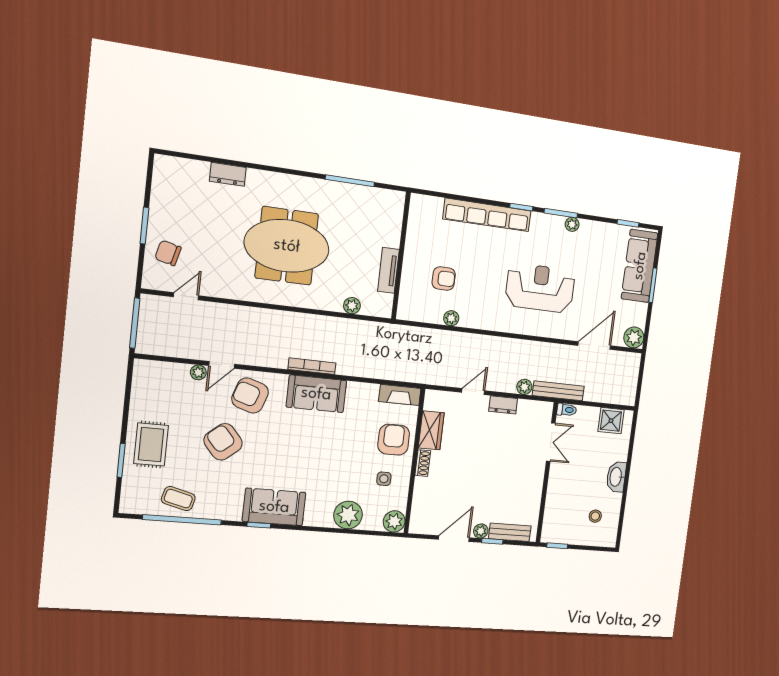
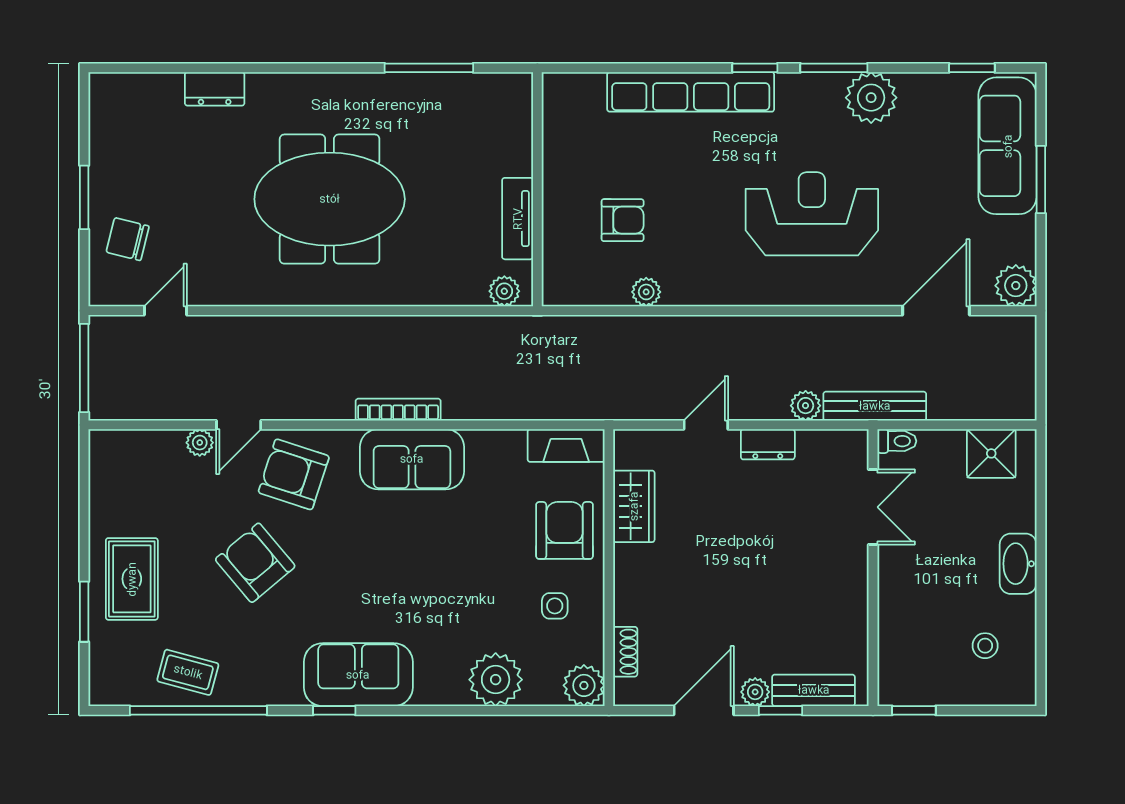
plant: (572, 224) -> (871, 98), width x1.88, depth x1.88
plant: (352, 306) -> (504, 291), moved
shoe rack: (423, 463) -> (625, 652), moved

